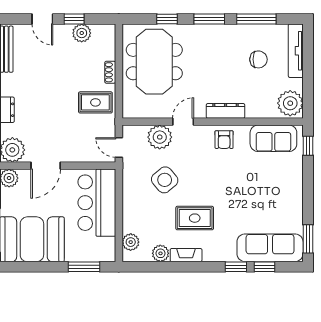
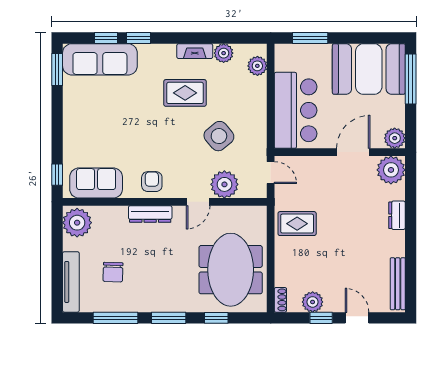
chair: (258, 59) -> (113, 272), turned -88
shoe rack: (110, 72) -> (280, 300), moved

